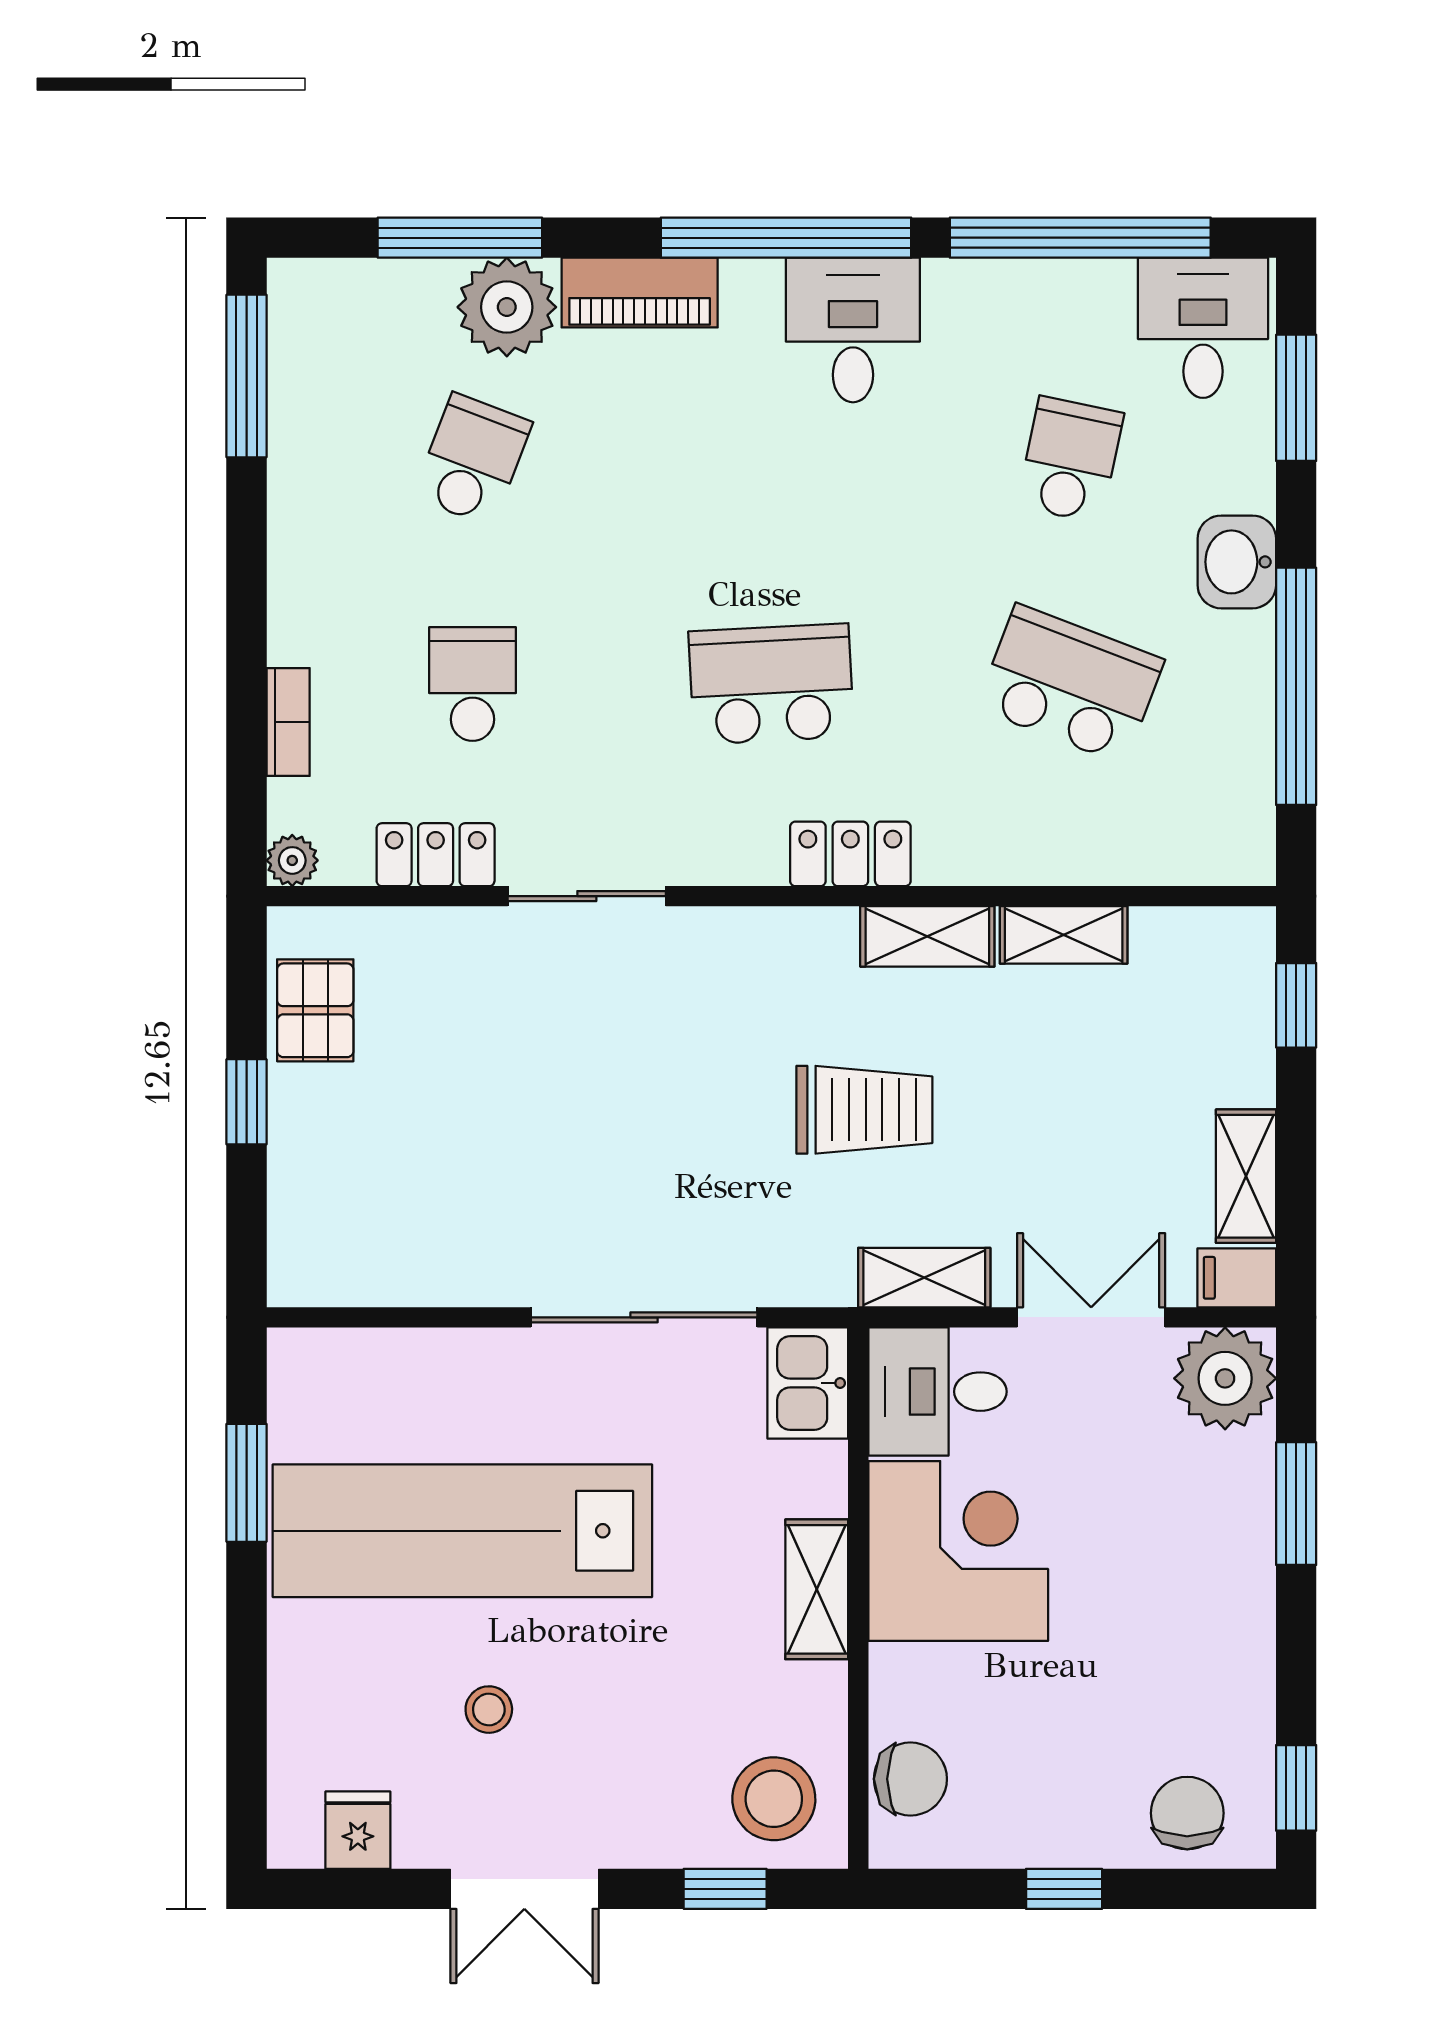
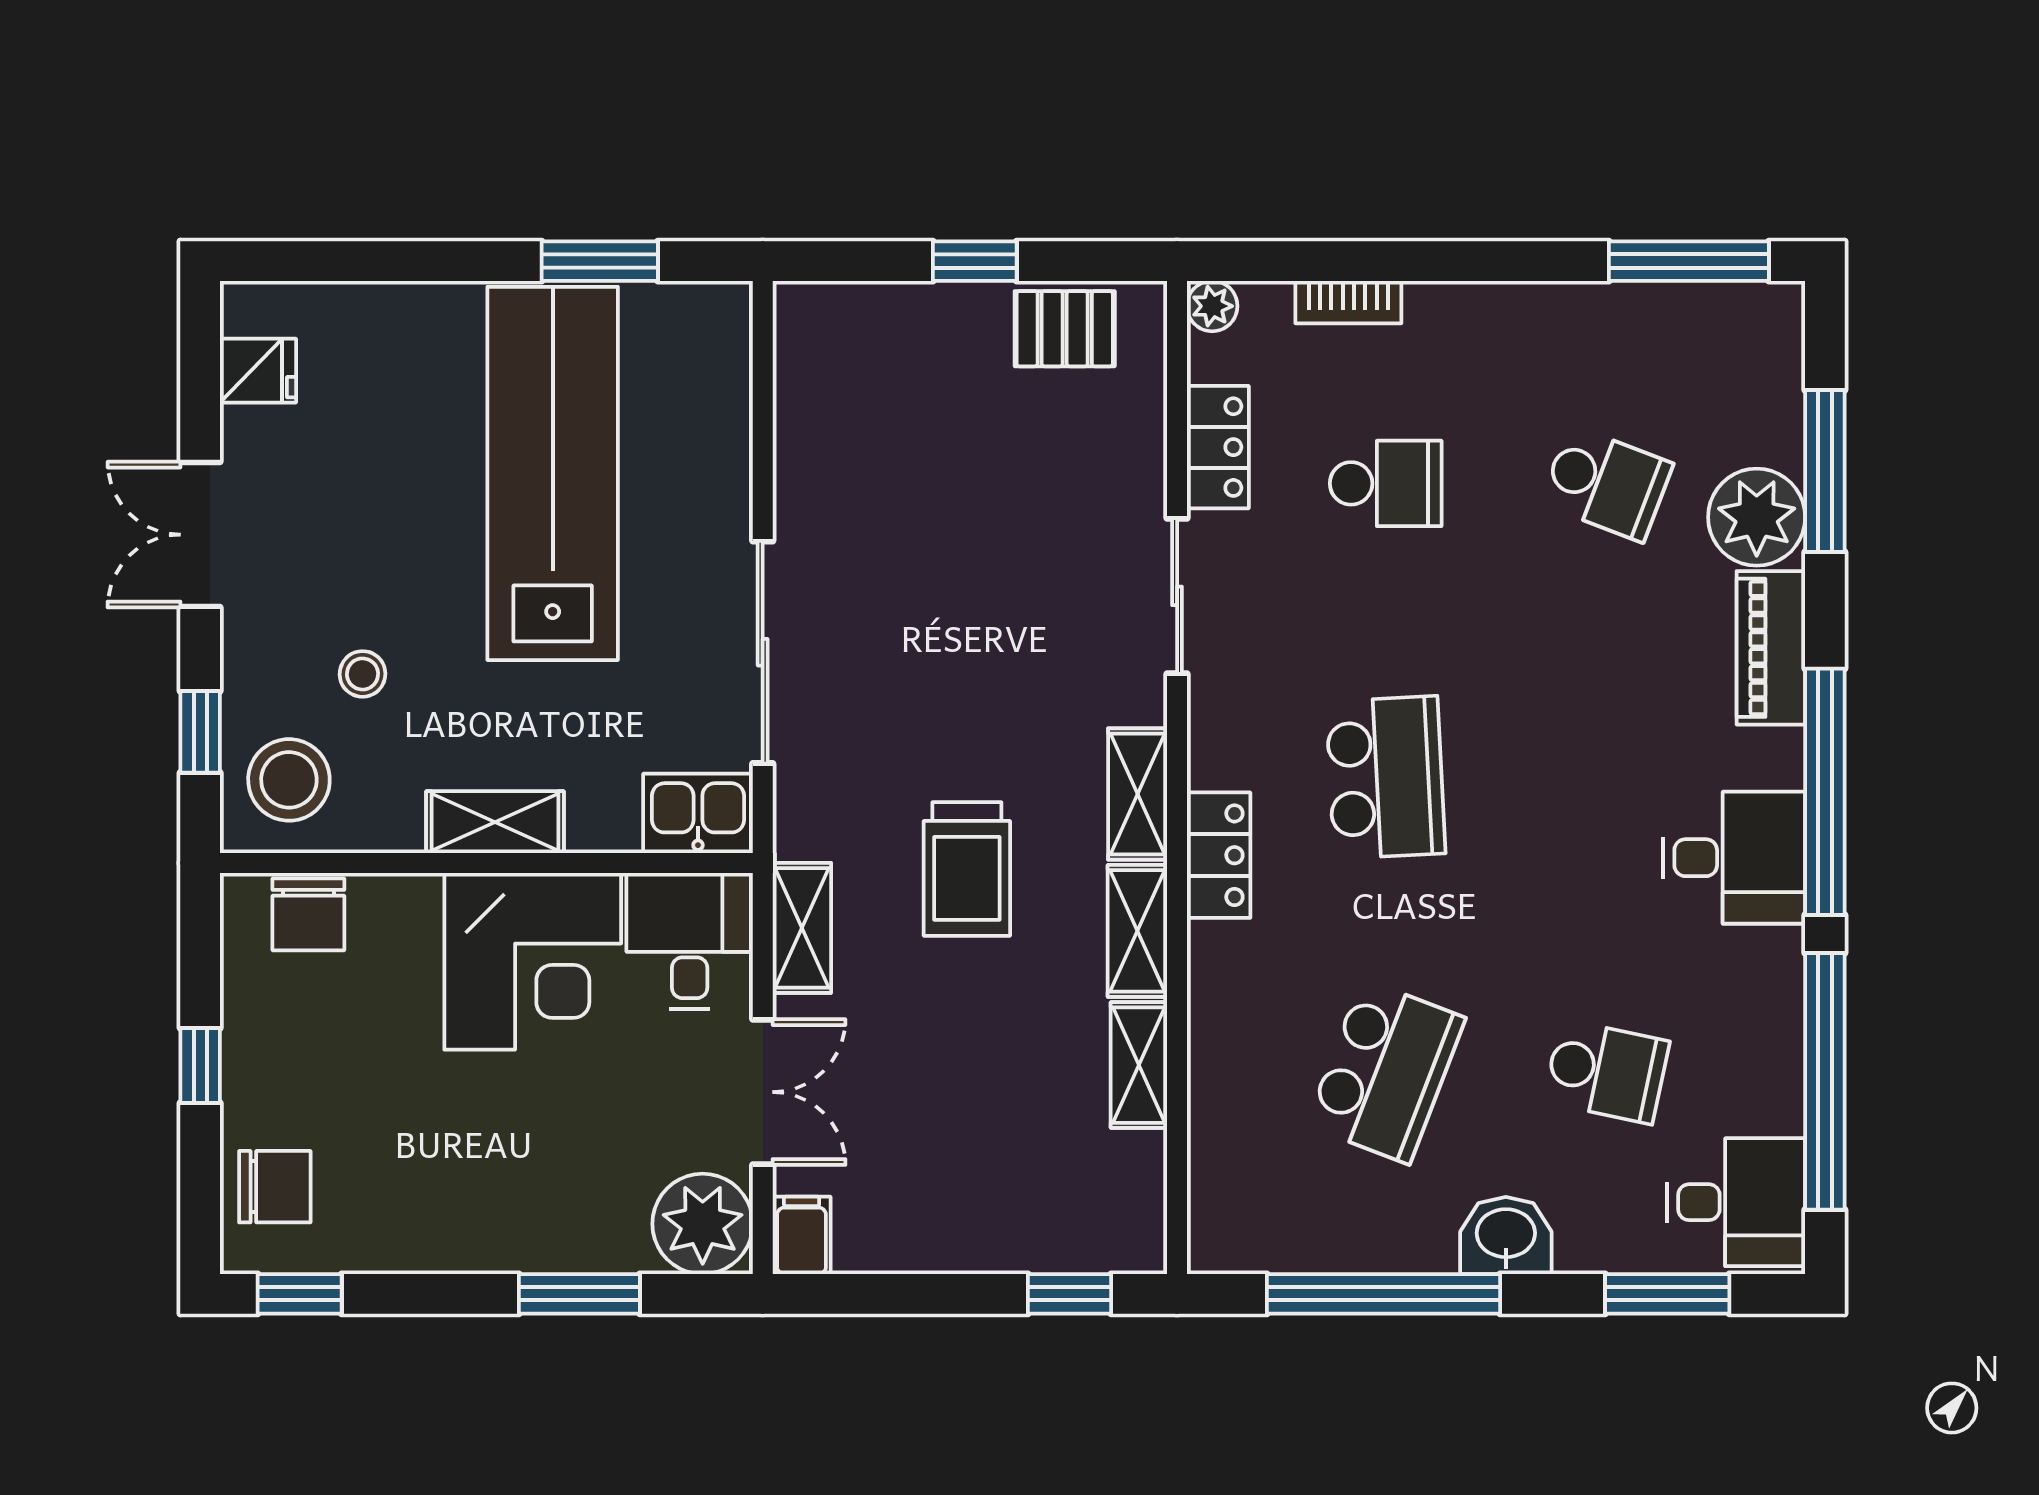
shelving: (1246, 1176) -> (1138, 794), moved, turned 90
stool: (489, 1710) -> (362, 674), moved

